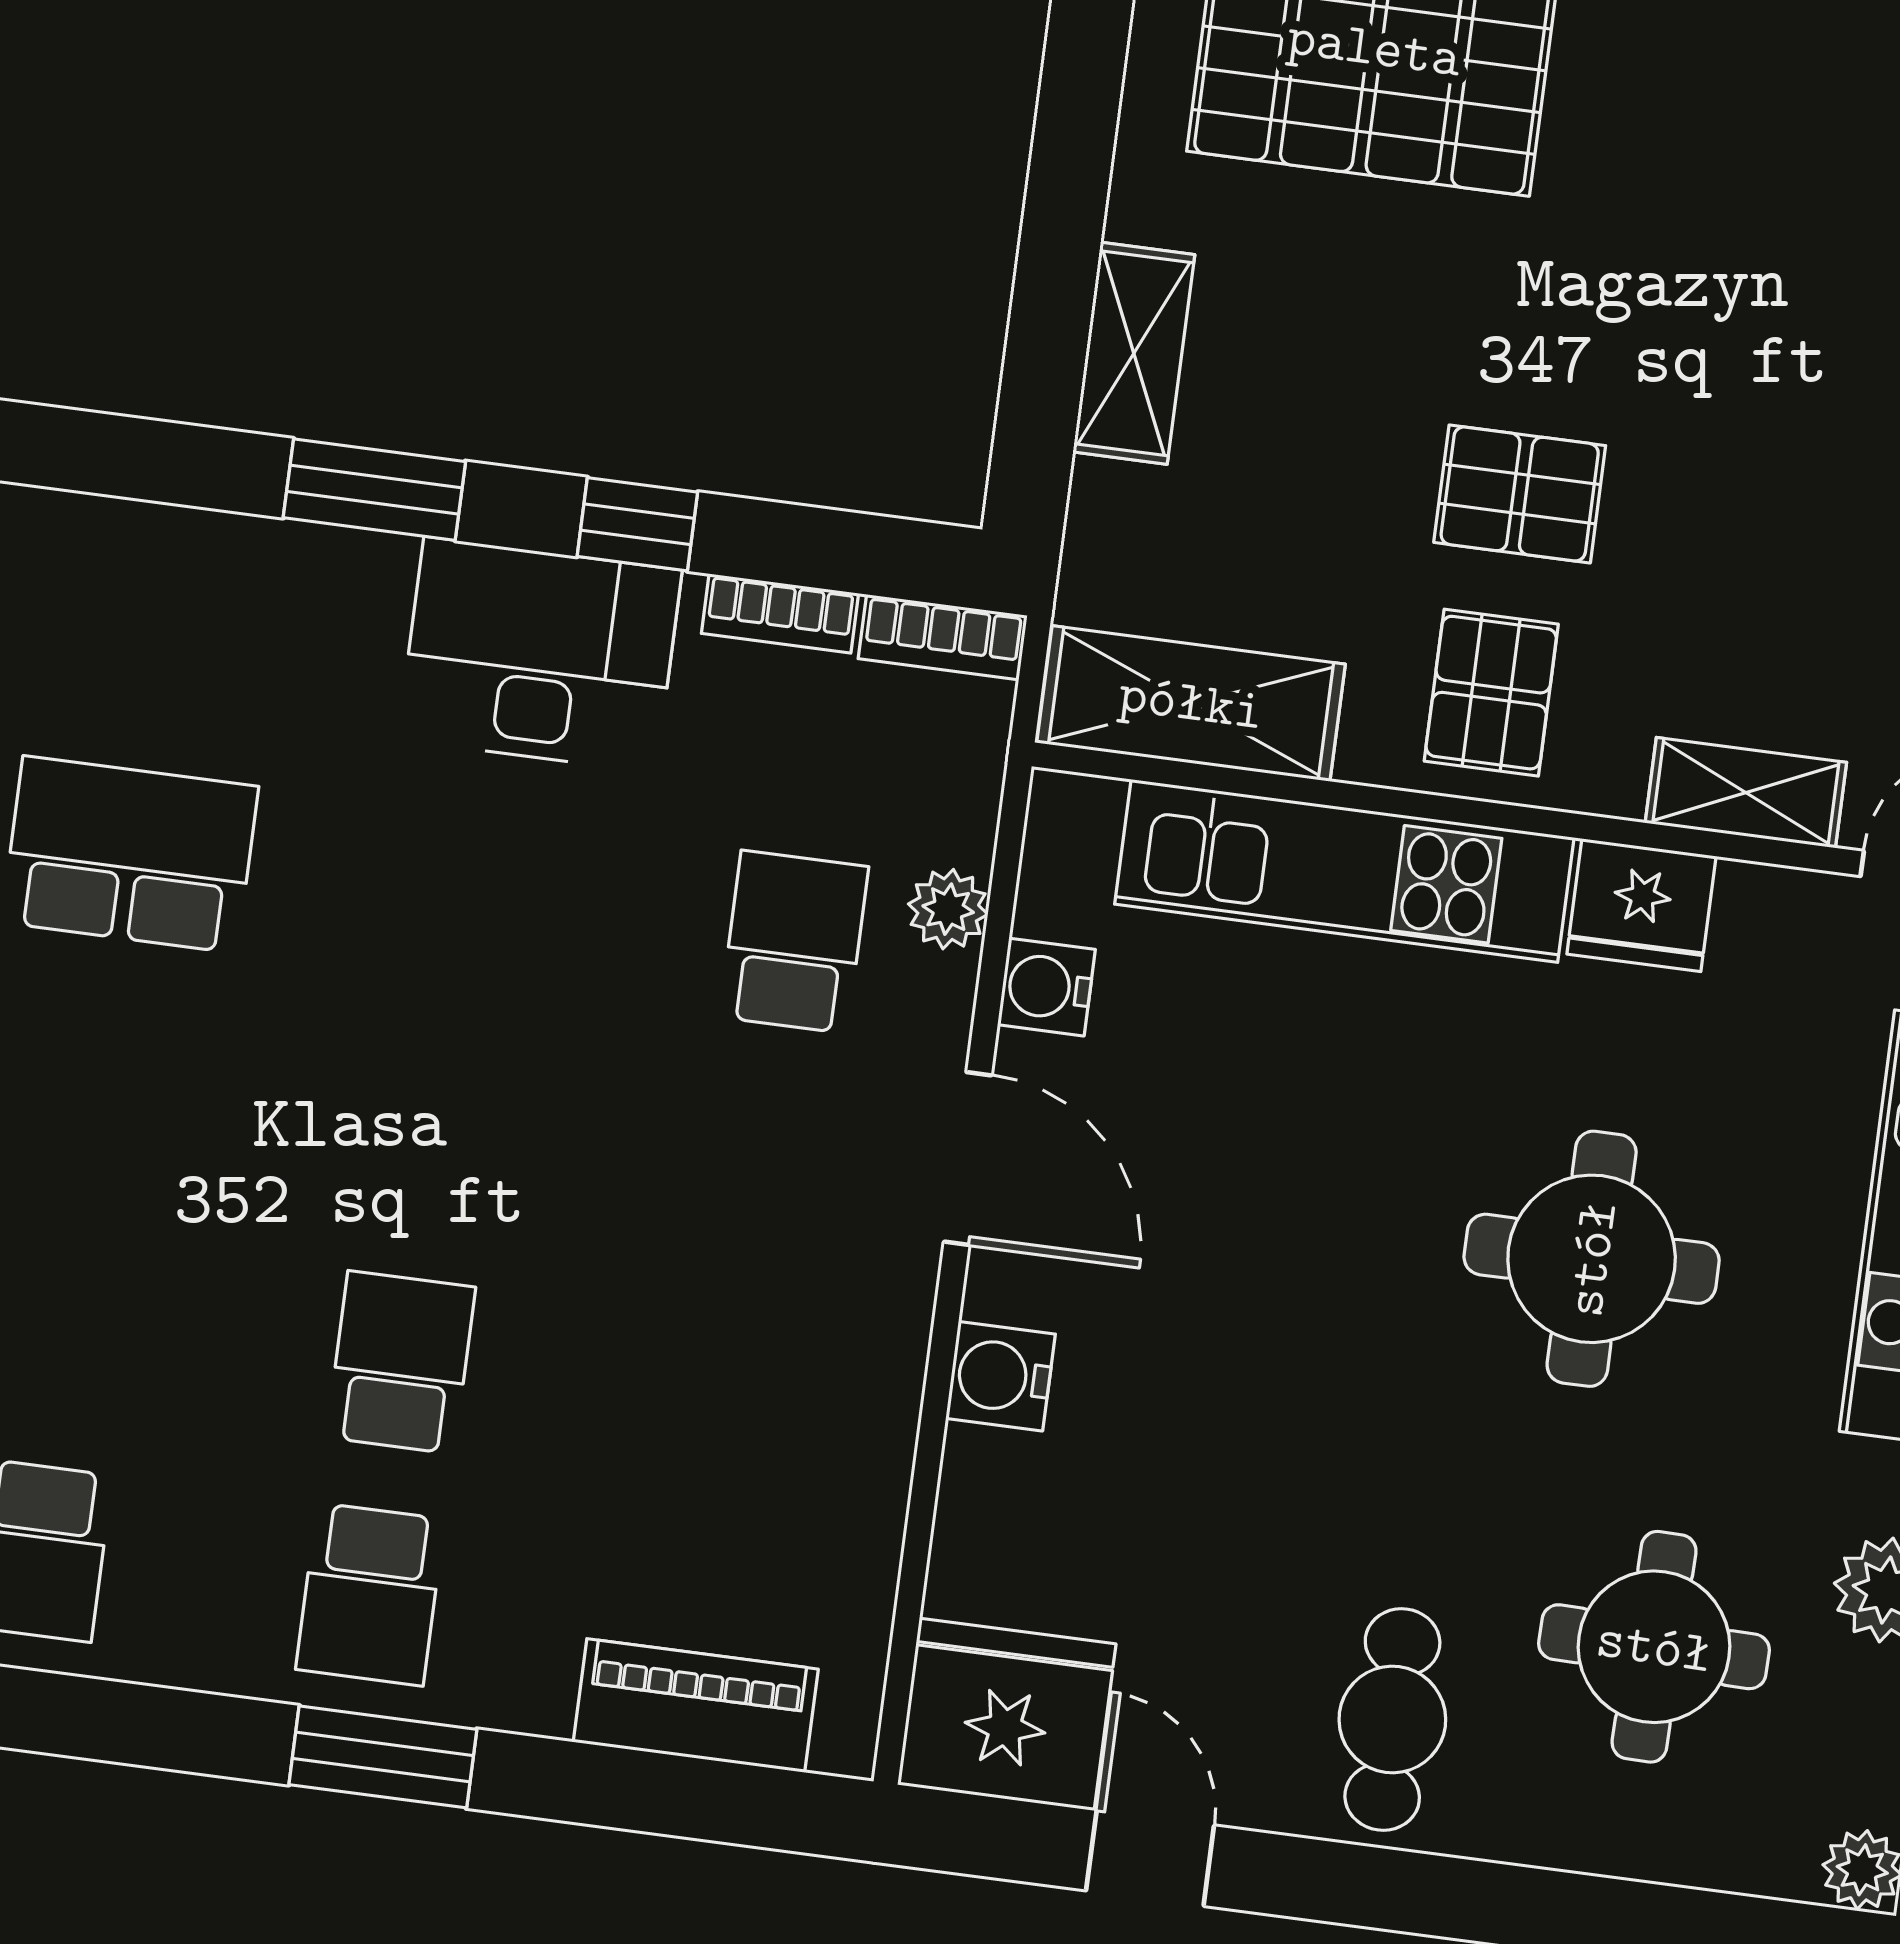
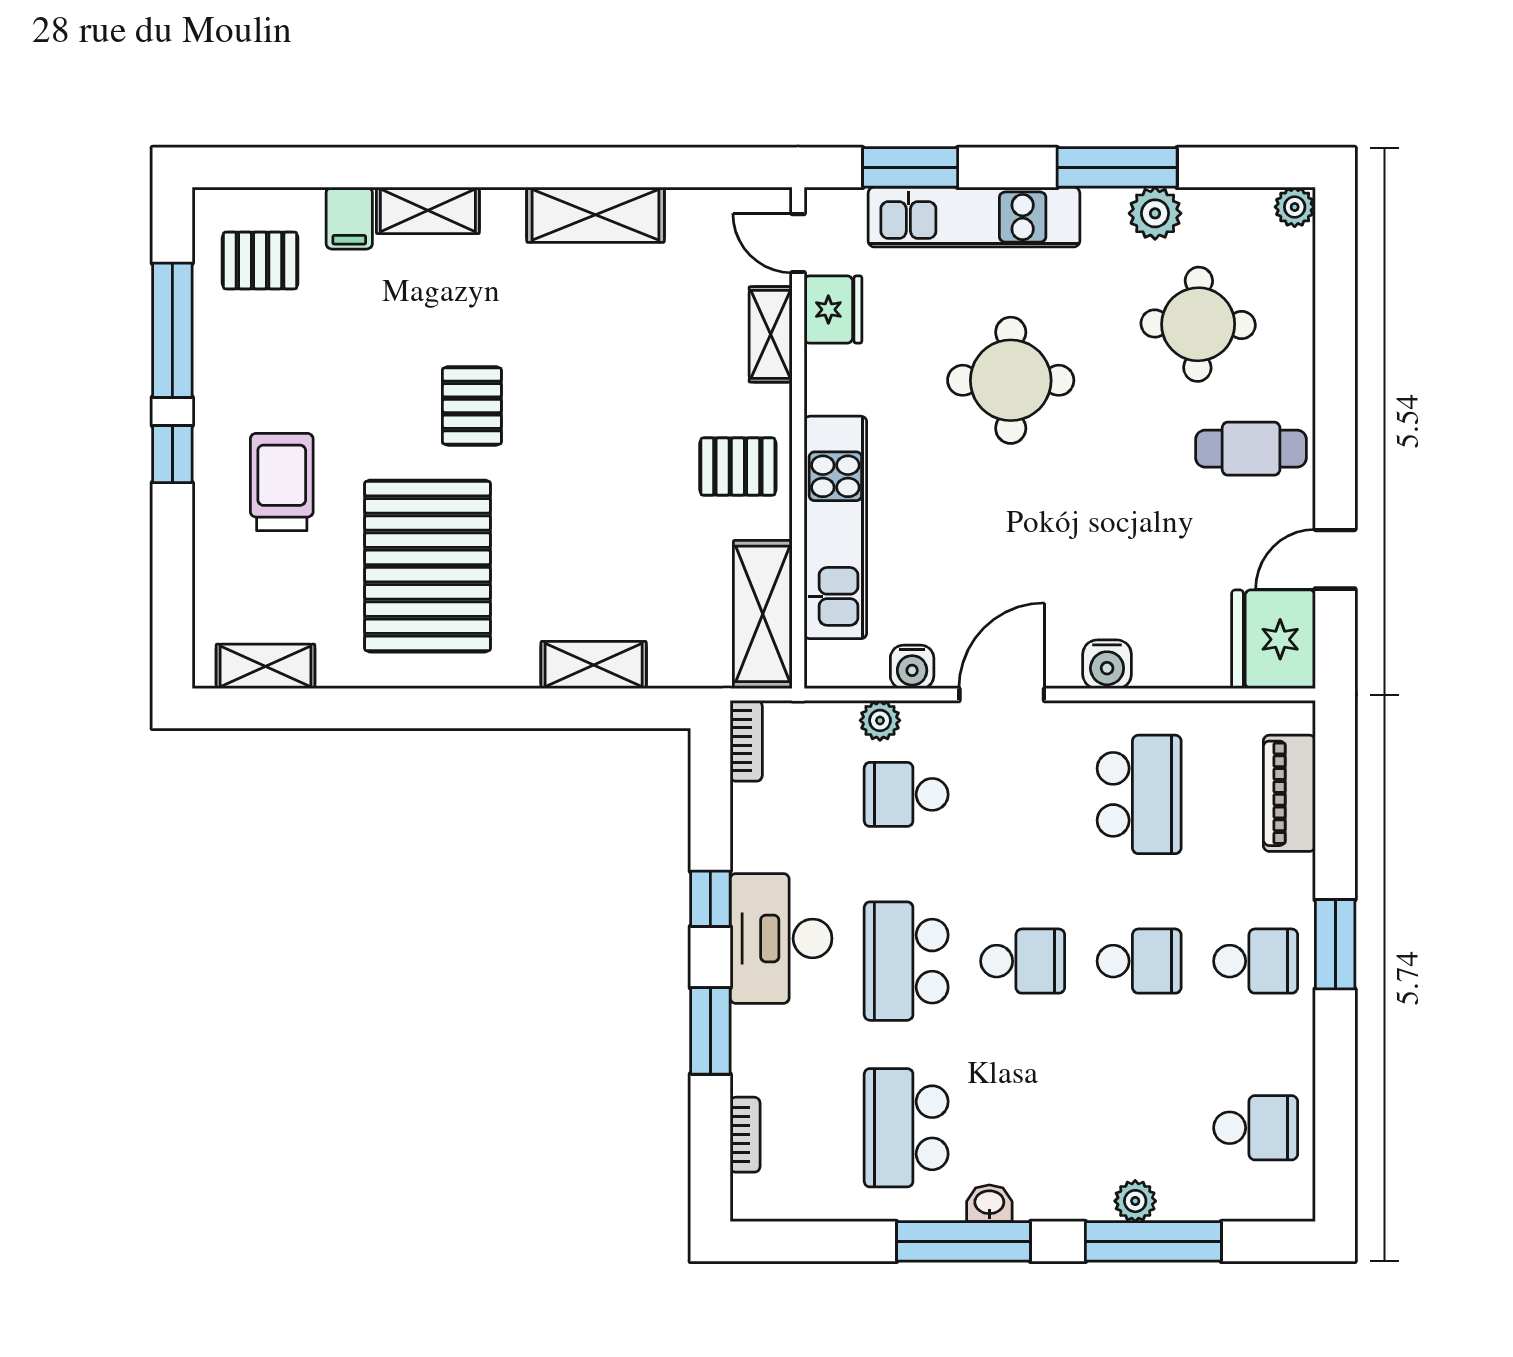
pallet: (1520, 494) -> (472, 406), moved
bookcase: (780, 613) -> (745, 1135), moved
school desk: (462, 898) -> (906, 961), added
fridge: (1641, 905) -> (833, 310), moved
school desk: (431, 1130) -> (1023, 961), added
school desk: (401, 1362) -> (1139, 961), turned 180
school desk: (733, 1406) -> (1139, 794), added

